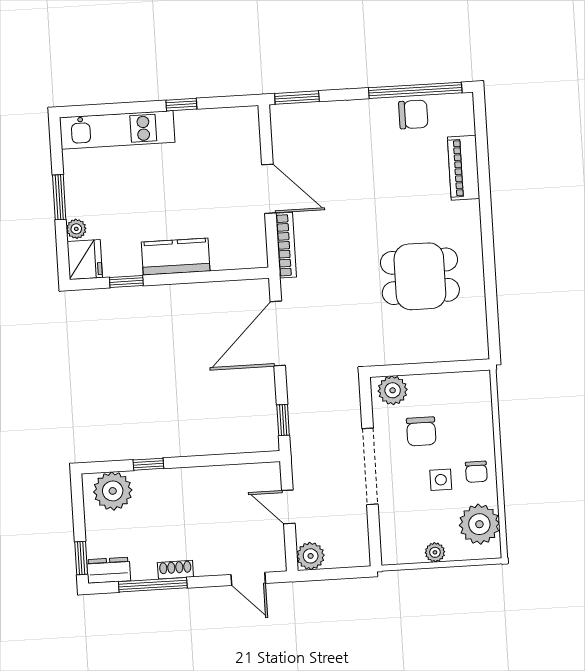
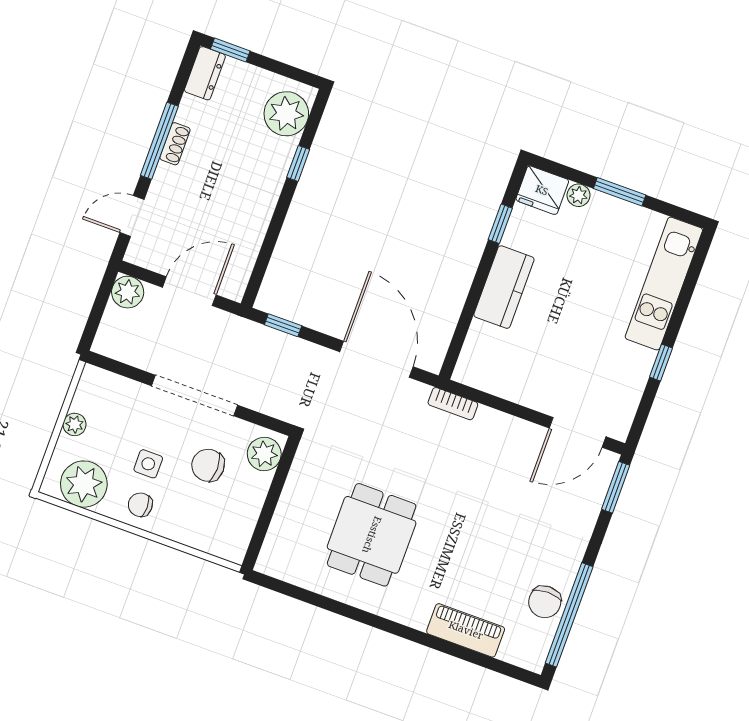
door: (269, 189) -> (578, 432), moved
bookcase: (286, 245) -> (453, 404), width x0.64
door: (288, 507) -> (189, 291), width x1.37
window: (153, 585) -> (159, 141), moved

